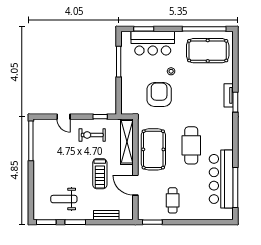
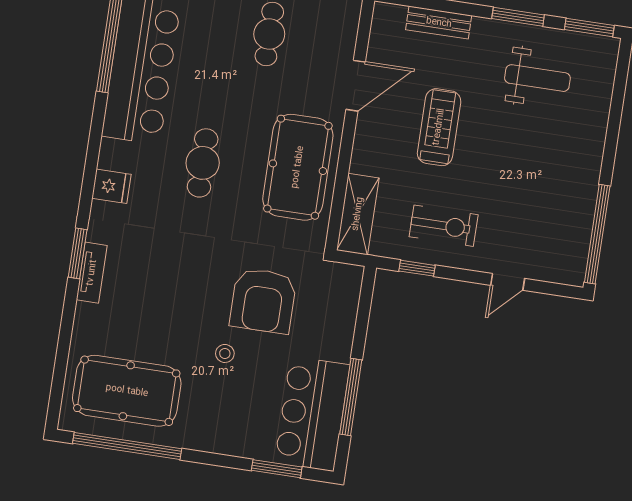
bar counter: (153, 43) -> (312, 414), moved, turned -90
door: (63, 117) -> (508, 282), swing flipped
fridge: (226, 131) -> (111, 186), added
shelving: (127, 142) -> (358, 214), width x0.68
cafe table: (191, 145) -> (203, 163), width x0.73, depth x0.74
door: (135, 185) -> (356, 86), hinge flipped

